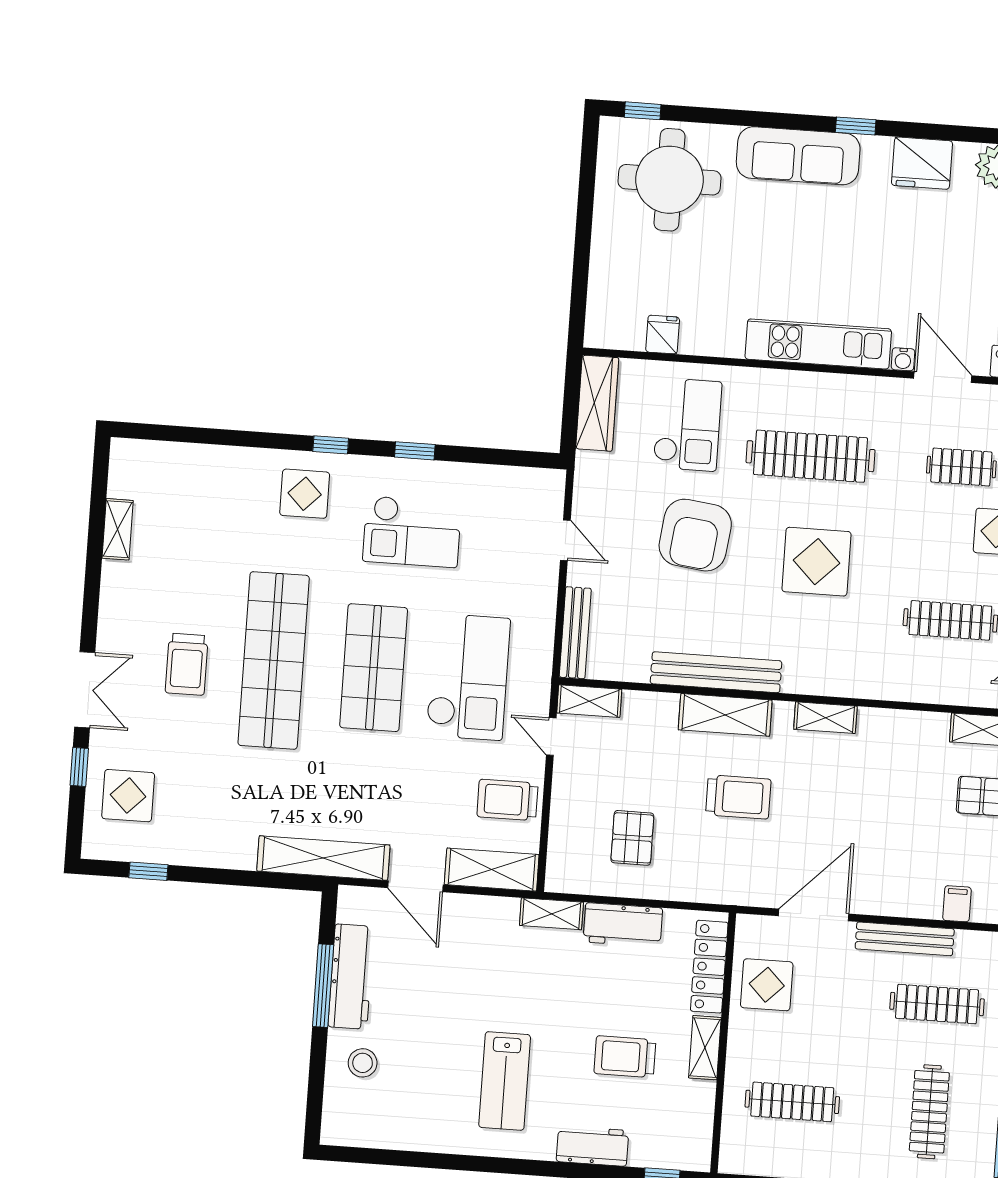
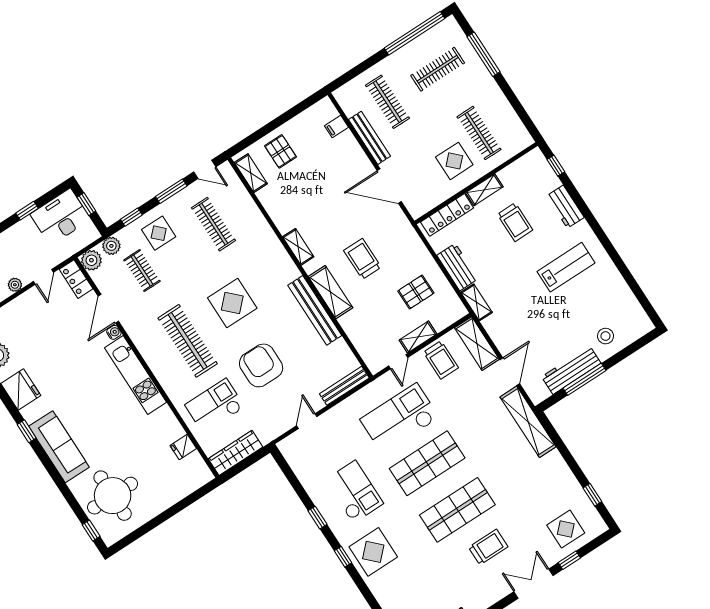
display table: (305, 494) -> (373, 552), width x1.36, depth x1.36
armchair: (695, 535) -> (261, 365), turned -97
shop shelf: (274, 660) -> (457, 510), width x0.71
shelving: (589, 701) -> (418, 337), moved, turned 90
display table: (767, 985) -> (454, 161), moved

